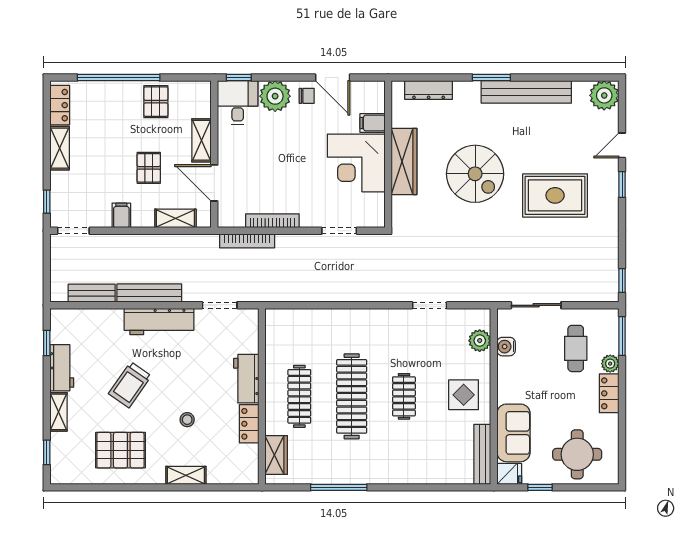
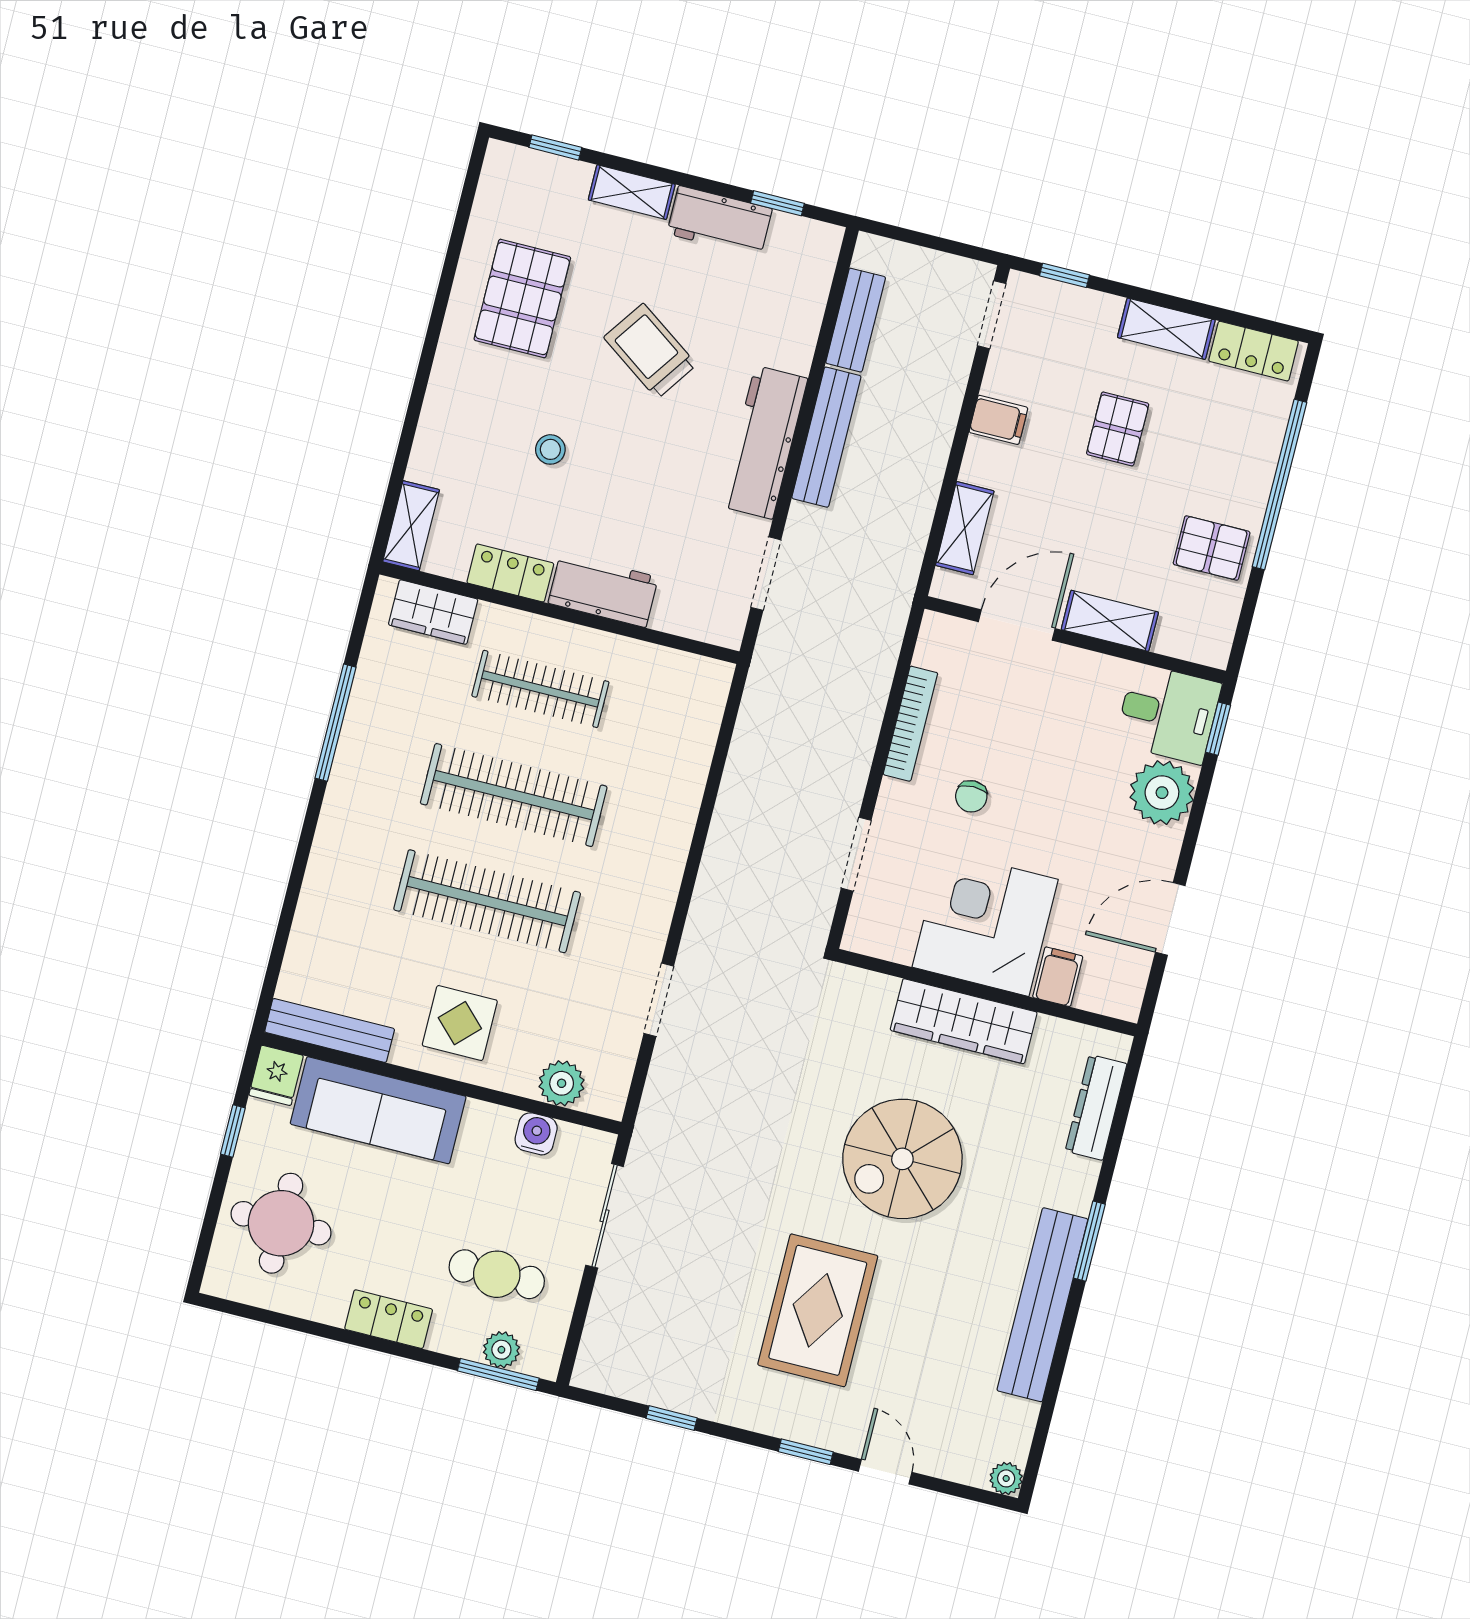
plant: (604, 95) -> (1006, 1478), width x0.53, depth x0.53
chair: (307, 96) -> (971, 796), moved
pallet: (149, 168) -> (1118, 429), moved, turned 90
bookcase: (247, 241) -> (882, 662), removed
window: (622, 281) -> (672, 1418), moved
plant: (610, 364) -> (501, 1350), moved
clothes rail: (404, 396) -> (487, 901), width x1.86, depth x1.31
sofa: (513, 433) -> (378, 1110), width x1.36
shelving: (186, 475) -> (411, 526), moved

